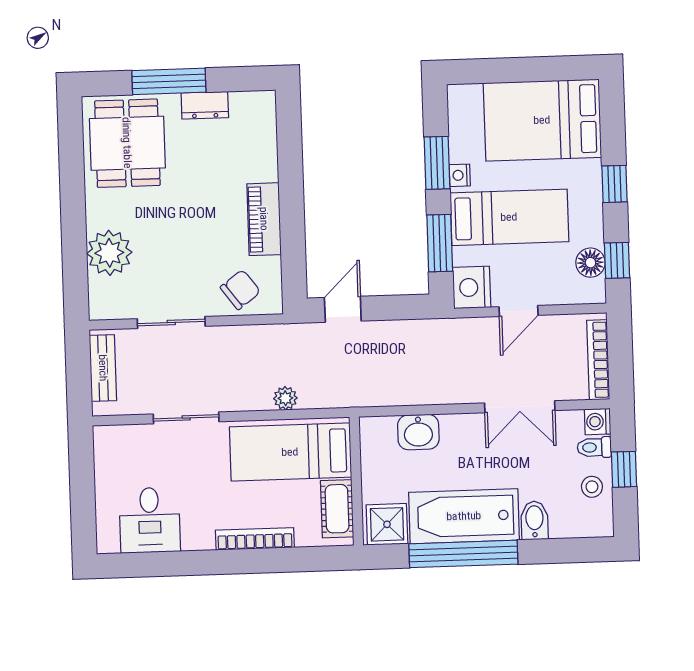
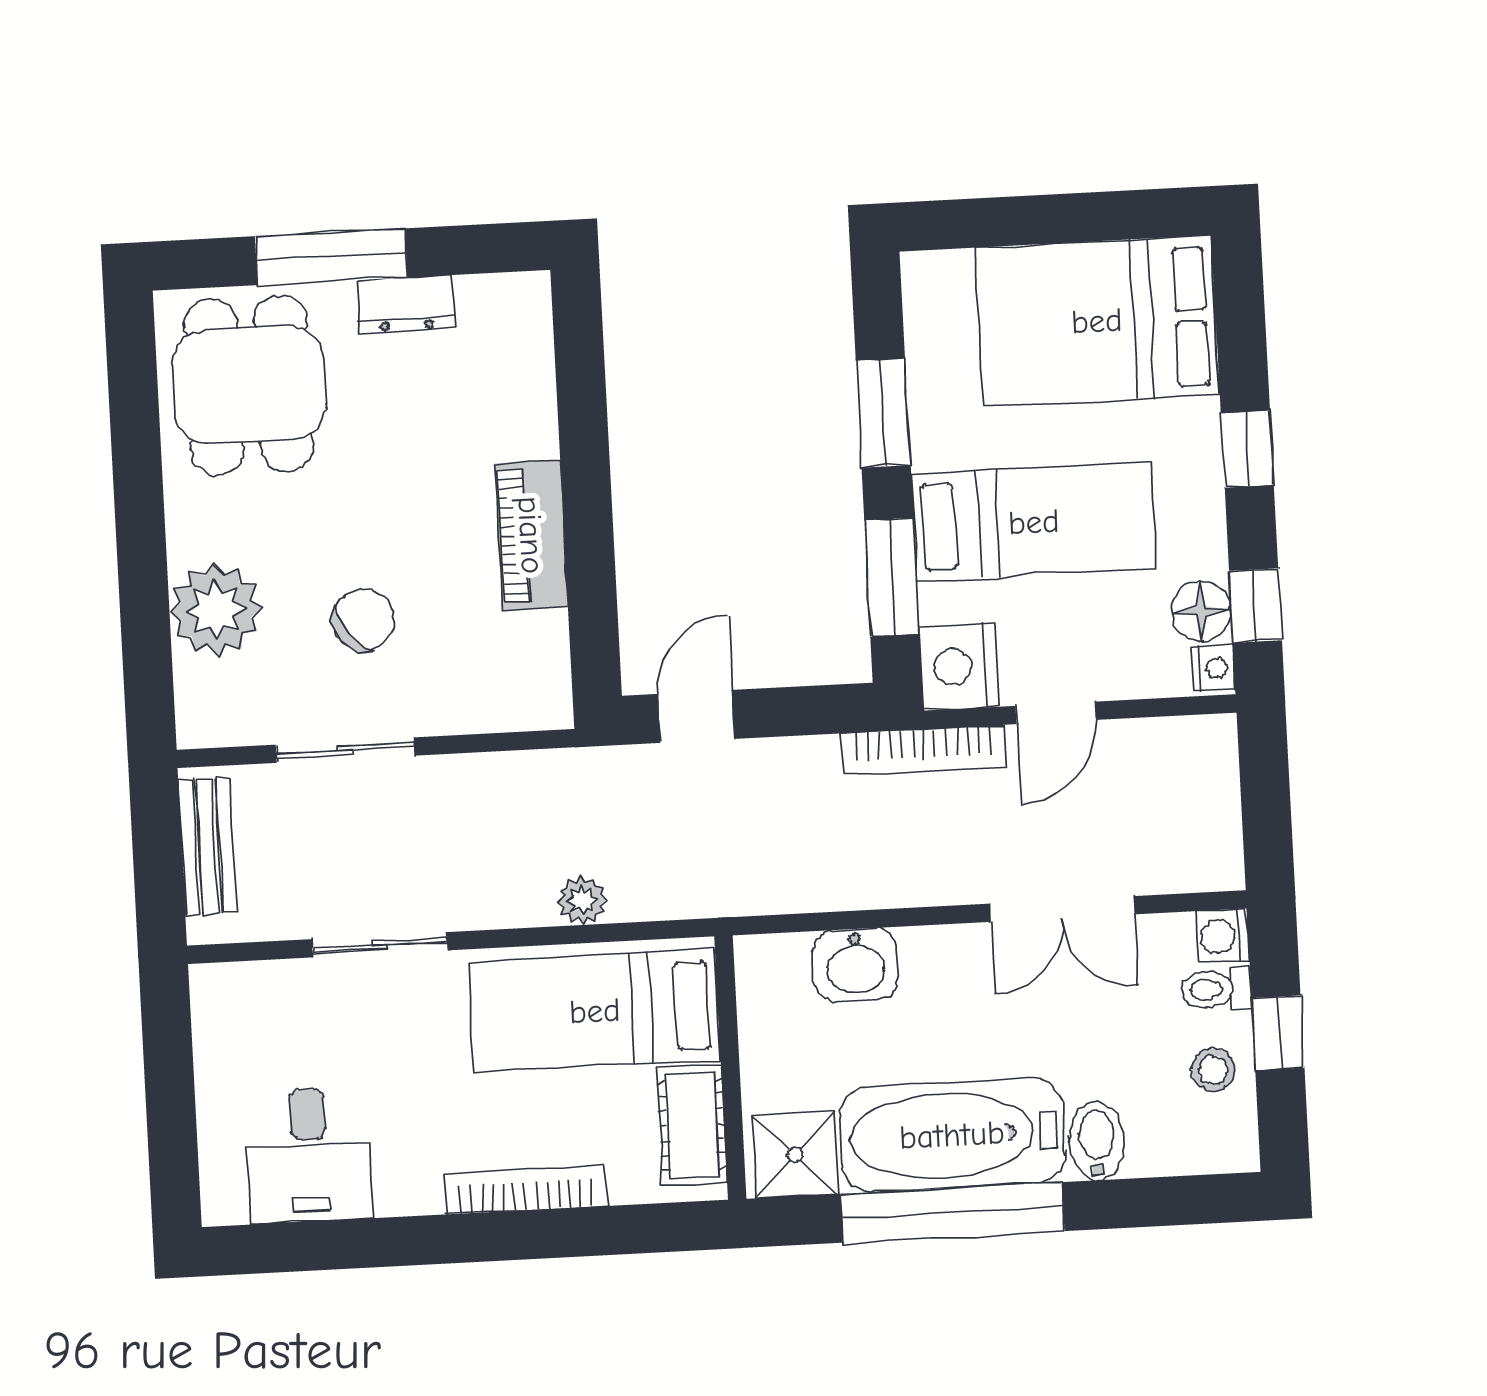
nightstand: (460, 175) -> (1213, 668), moved, turned 180
chair: (240, 290) -> (363, 620), moved
bookcase: (598, 360) -> (924, 750), moved, turned -90

